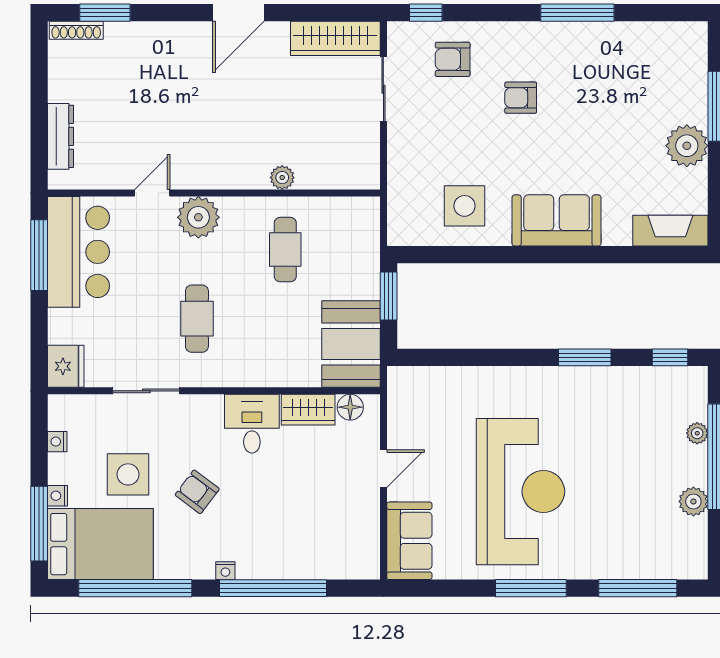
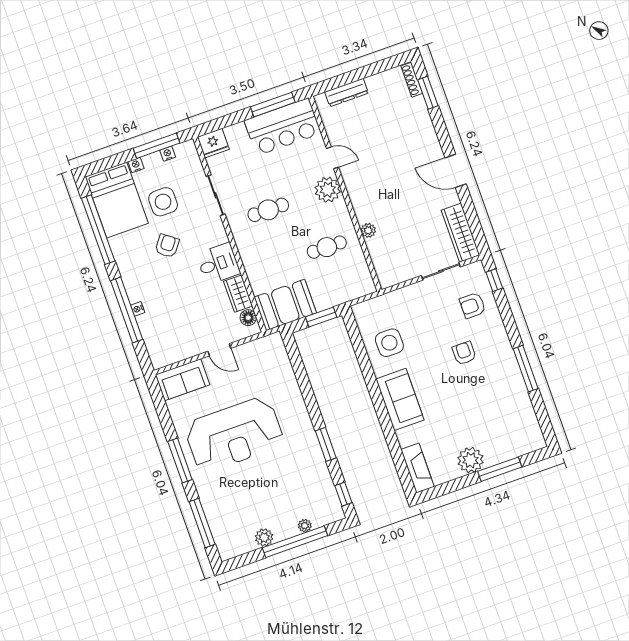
armchair: (453, 59) -> (473, 306), turned -90
window: (39, 524) -> (157, 146), moved
nightstand: (225, 571) -> (138, 309), moved

